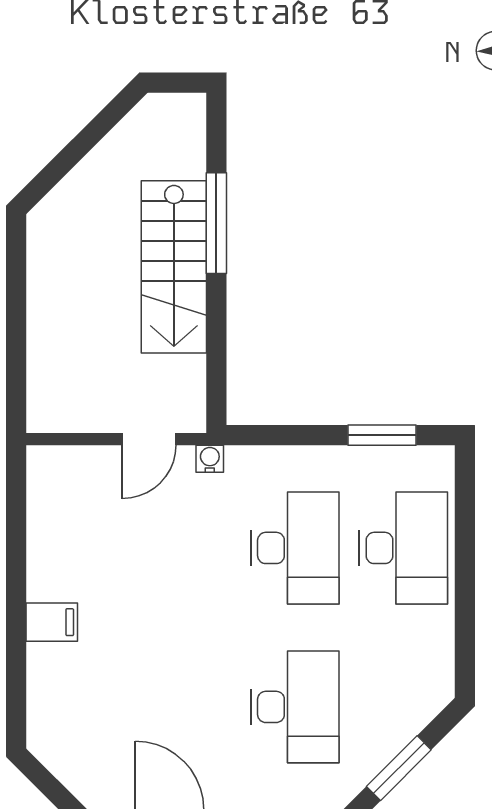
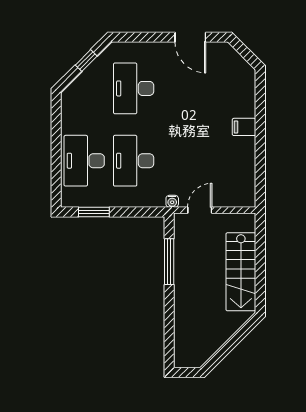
window: (216, 223) -> (169, 262), moved
stairs: (174, 267) -> (241, 272), moved, turned 180
window: (399, 768) -> (86, 61), width x0.67

